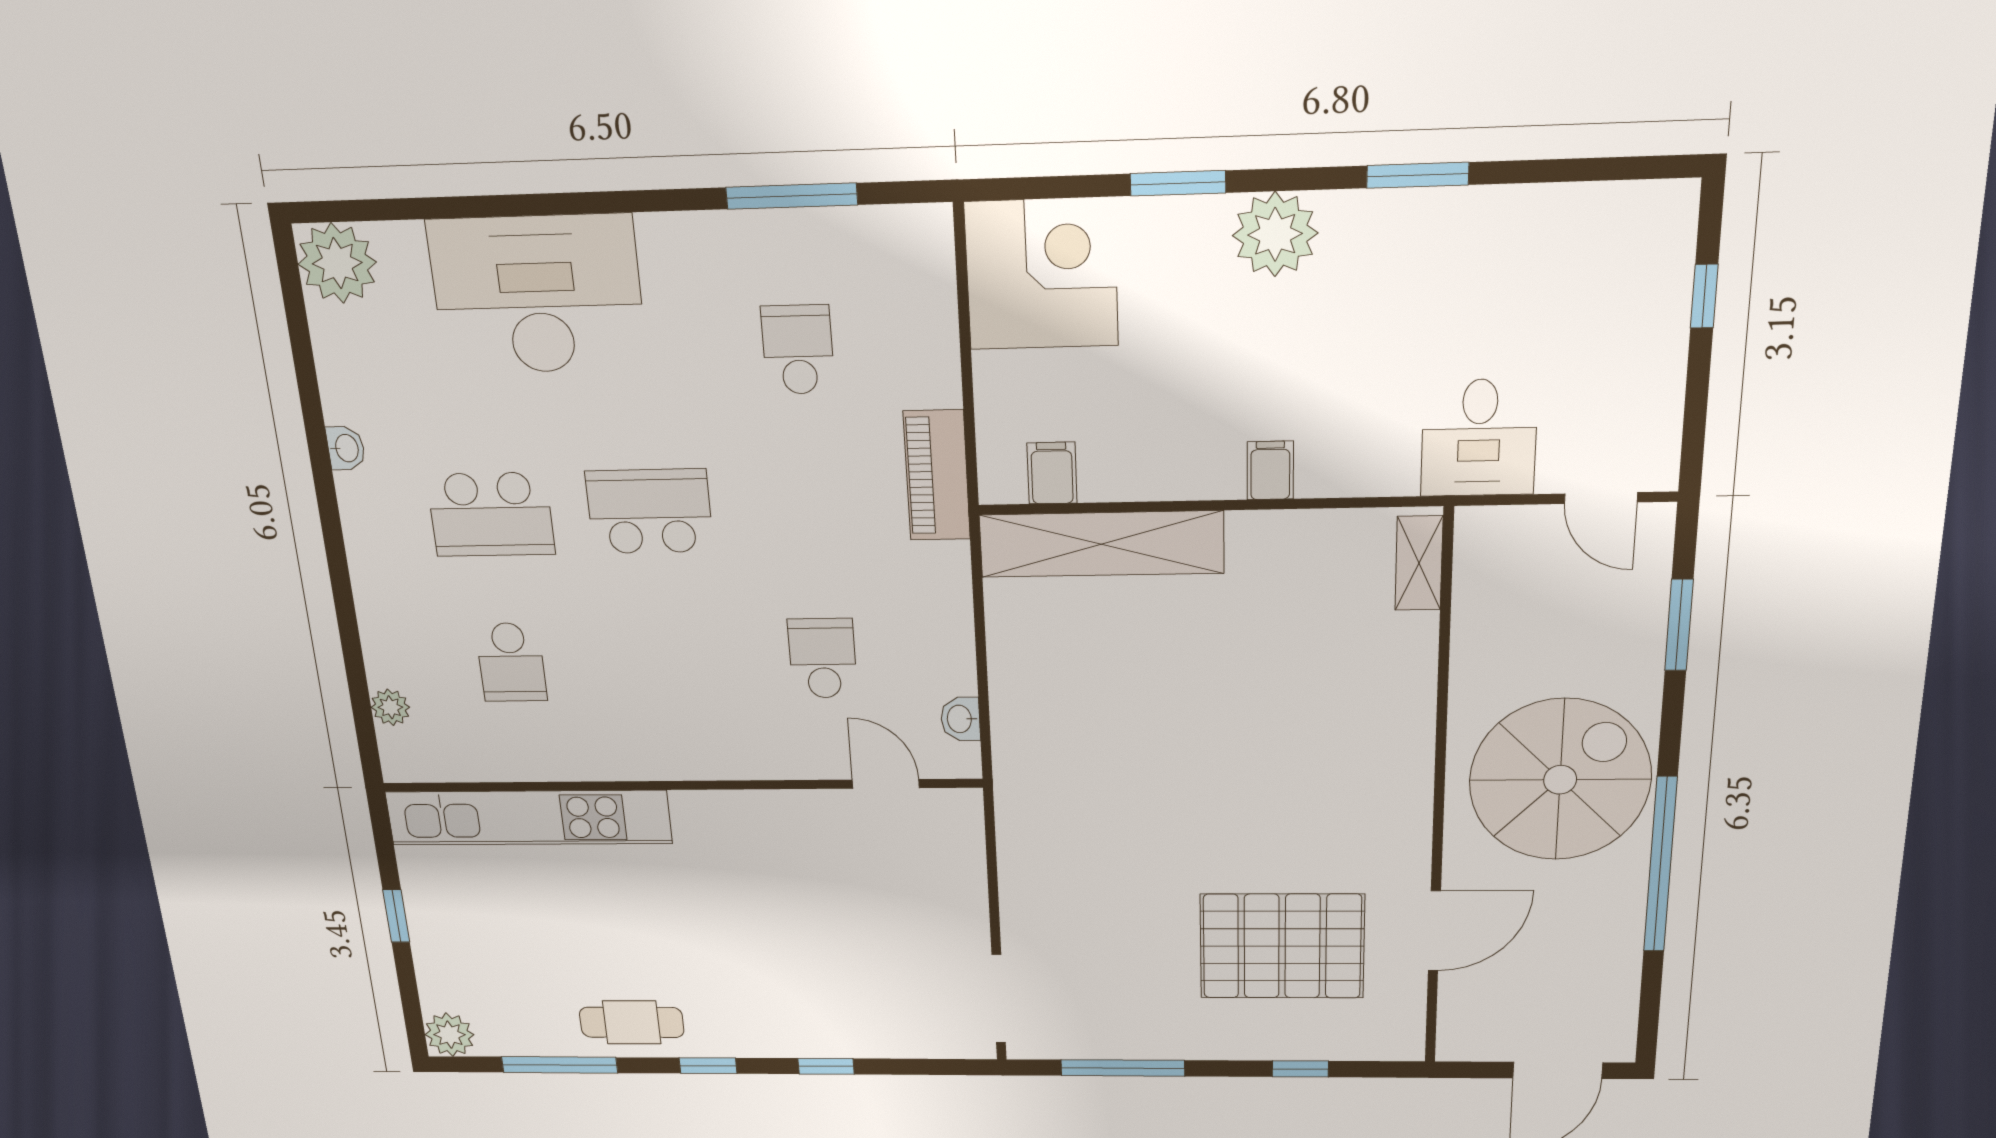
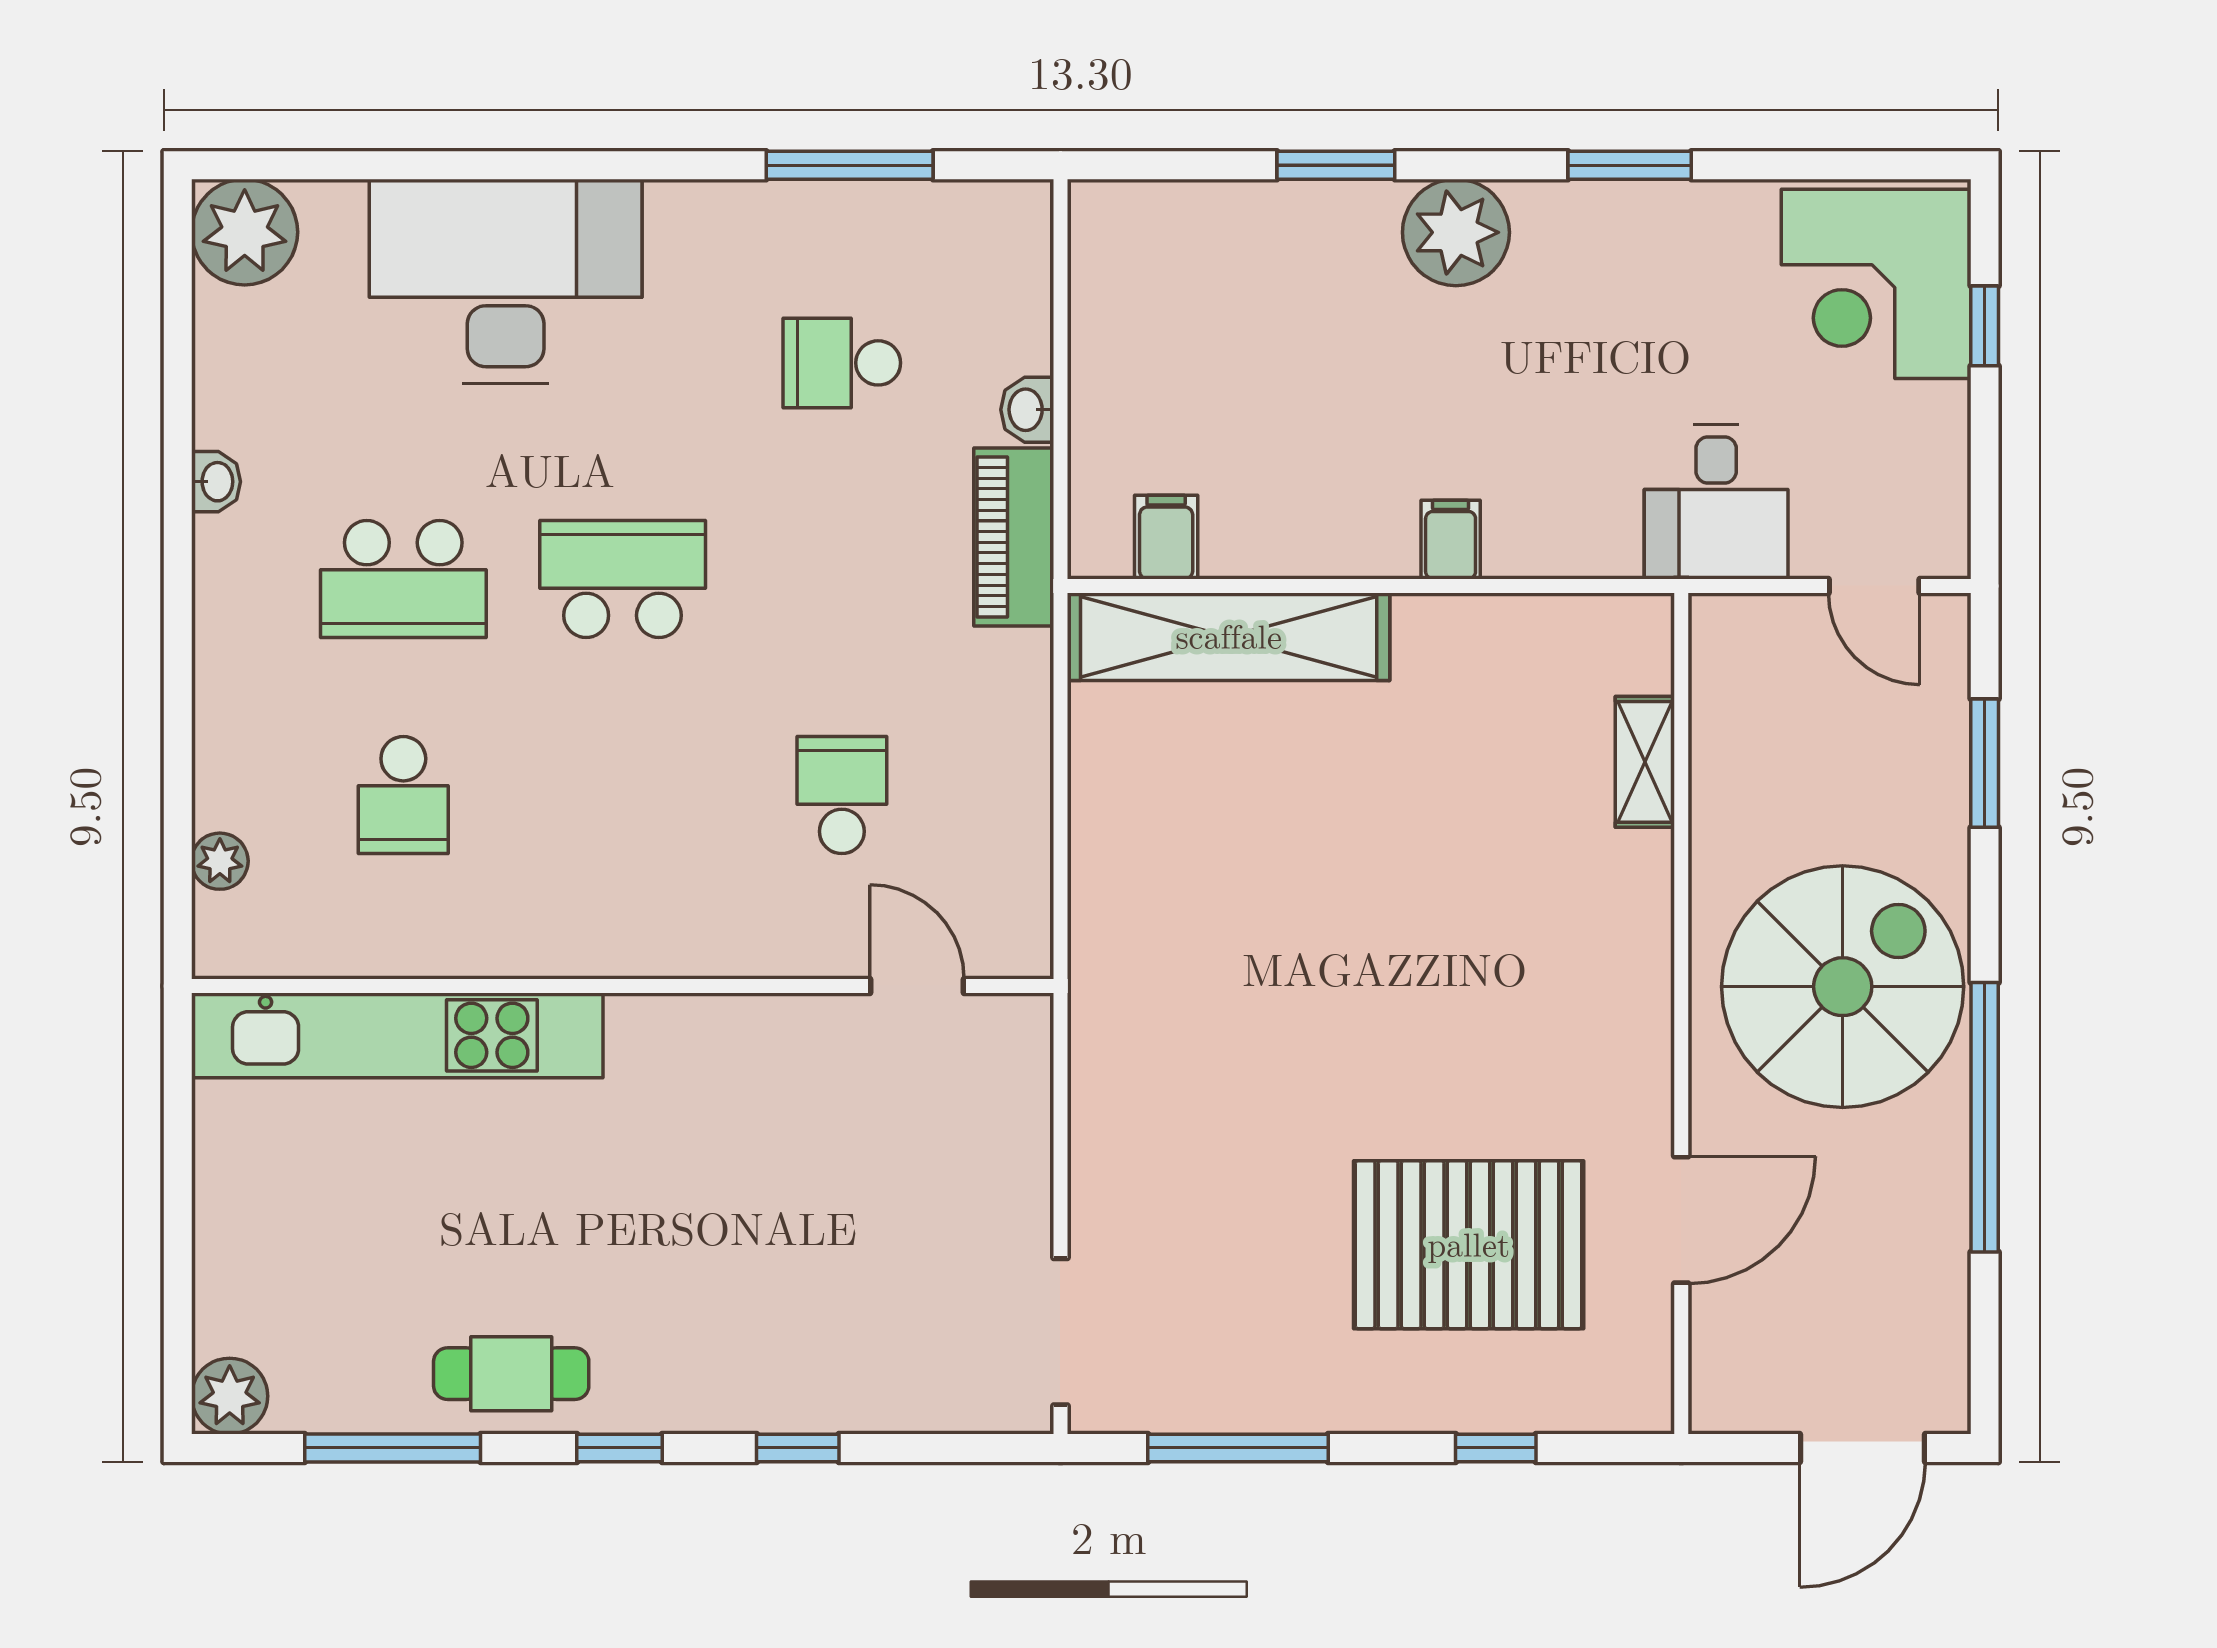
corner desk: (1042, 274) -> (1876, 284), moved, turned 180
school desk: (798, 350) -> (842, 363), turned -90
shelving: (1419, 563) -> (1645, 762), moved
washbasin: (960, 719) -> (1027, 410), moved
window: (396, 916) -> (178, 1194), removed

